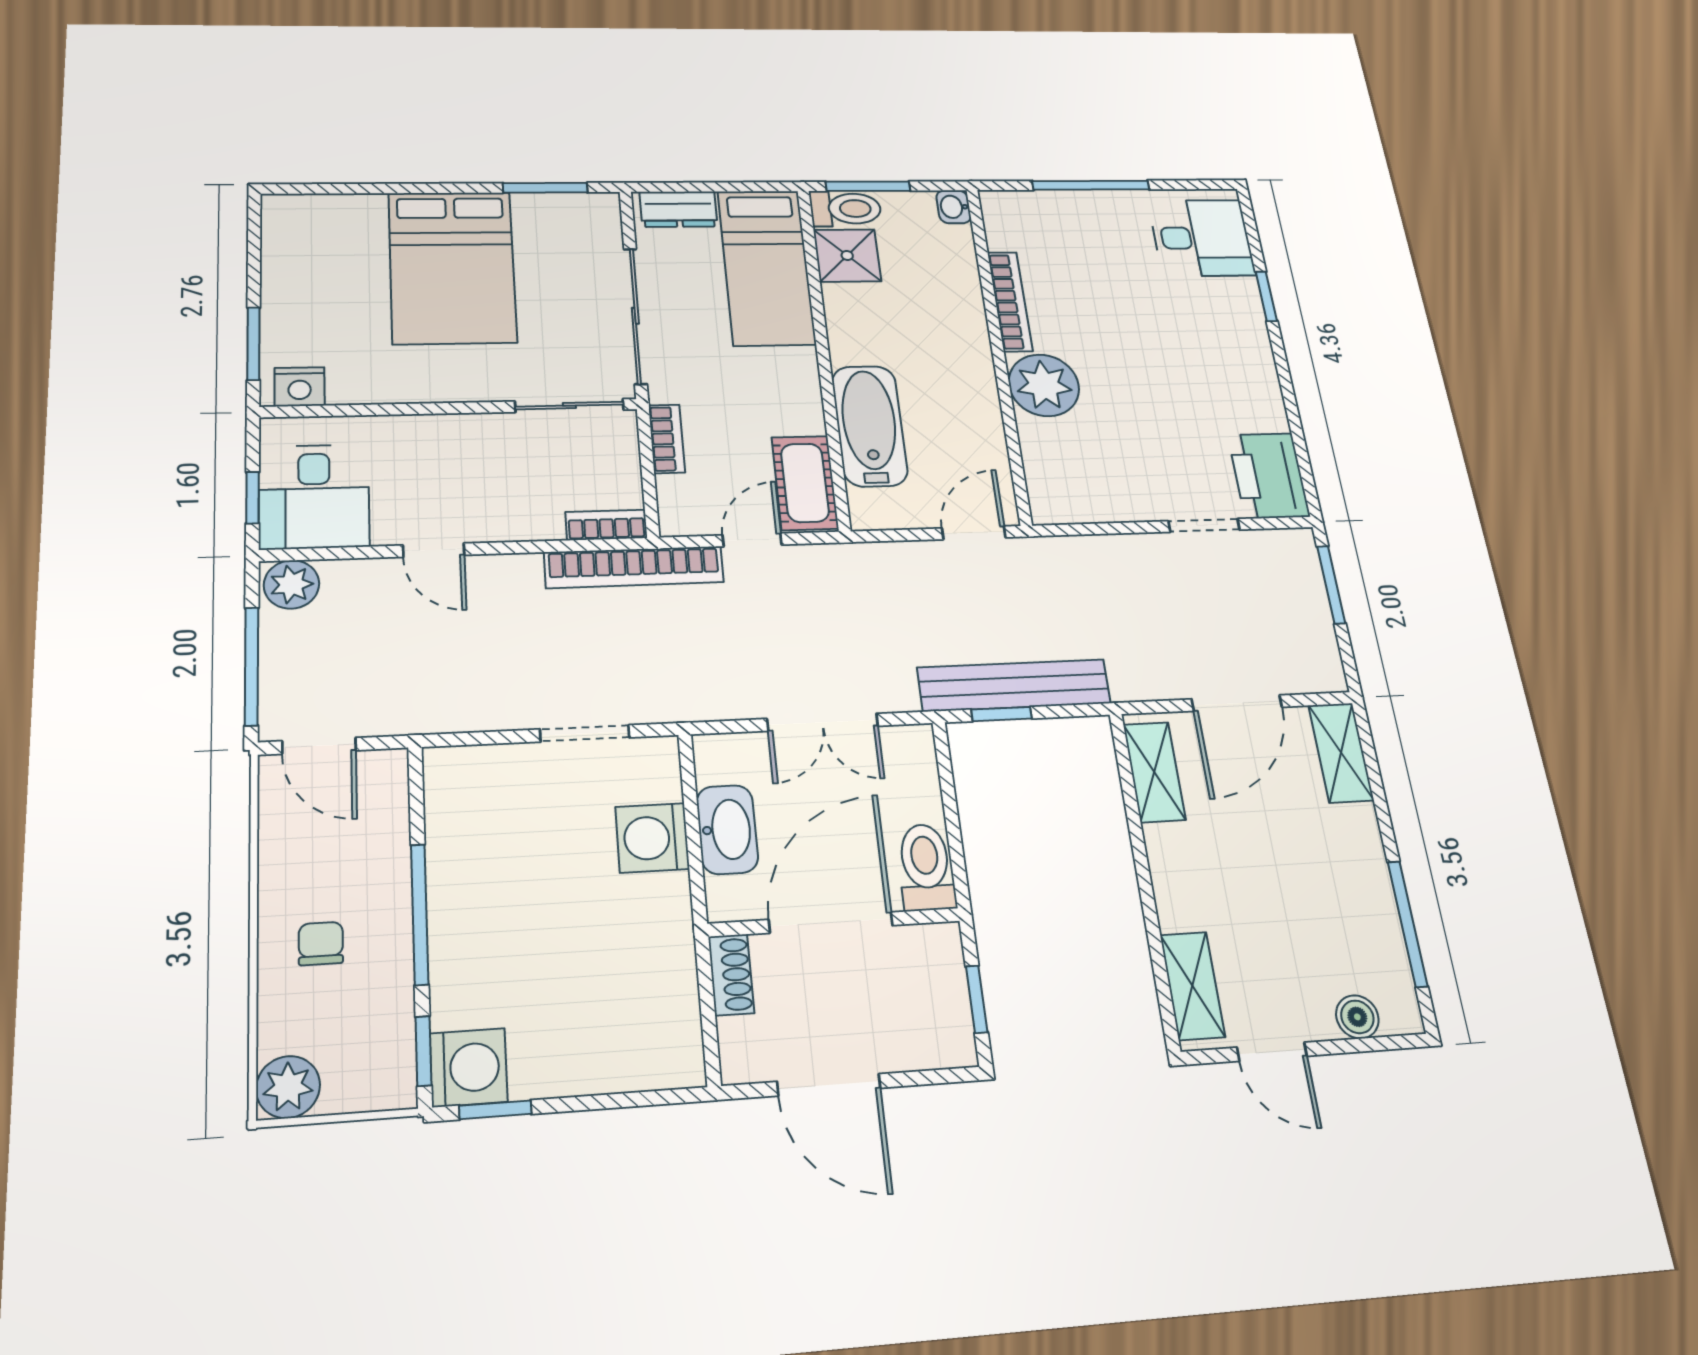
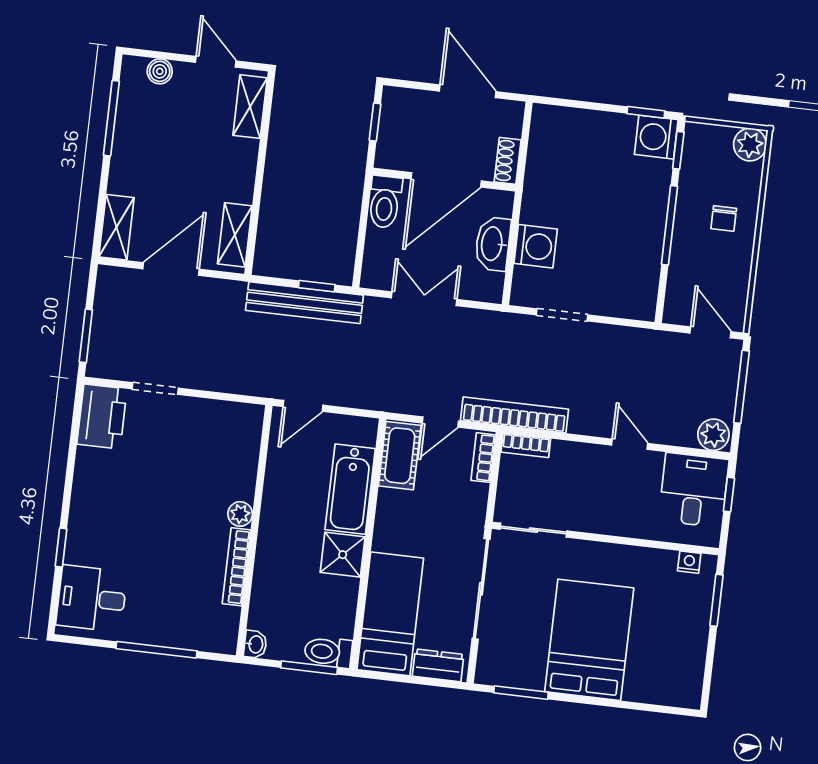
shower: (847, 255) -> (343, 555), moved
plant: (1044, 385) -> (240, 514), width x0.53, depth x0.53
nightstand: (300, 387) -> (689, 562), width x0.72, depth x0.74
bookcase: (667, 439) -> (483, 458), moved

